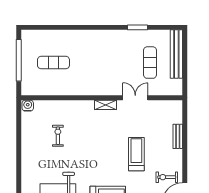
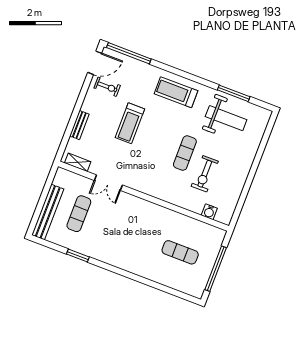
shelving: (106, 105) -> (78, 162), moved
water cooler: (28, 106) -> (209, 212), moved
exercise bike: (58, 136) -> (205, 174), width x1.38, depth x1.39
exercise mat: (81, 147) -> (185, 153), added

